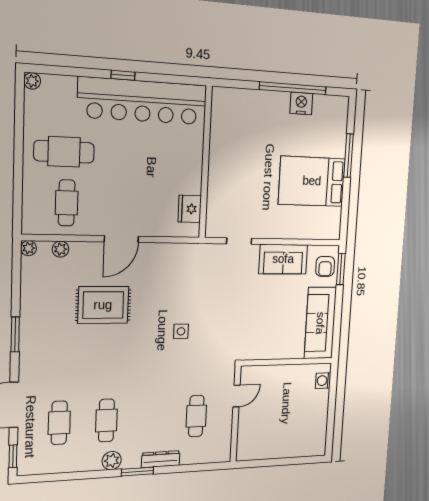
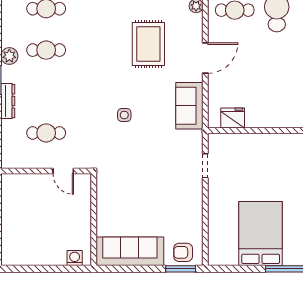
door: (121, 239) -> (205, 58), swing flipped
sofa: (283, 259) -> (189, 106), moved

